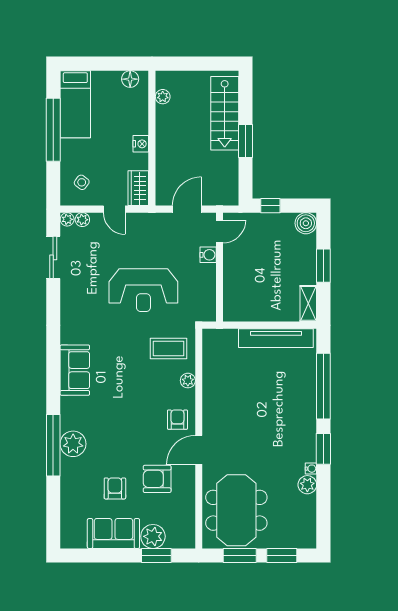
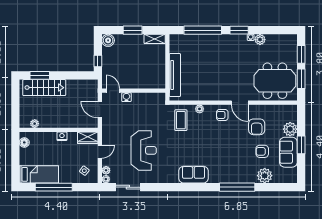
window: (245, 141) -> (40, 75), moved
reception desk: (143, 290) -> (144, 150), moved
tv unit: (276, 338) -> (175, 75), moved
plant: (73, 444) -> (265, 176), moved
window: (156, 555) -> (301, 145), moved

